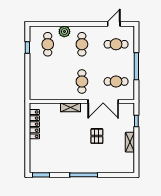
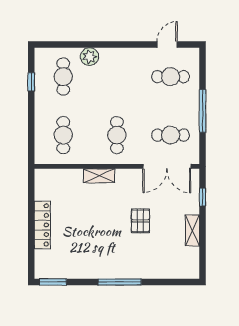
cafe table: (82, 44) -> (63, 135), moved
double door: (103, 101) -> (167, 166), moved
locker: (34, 124) -> (42, 225), moved

